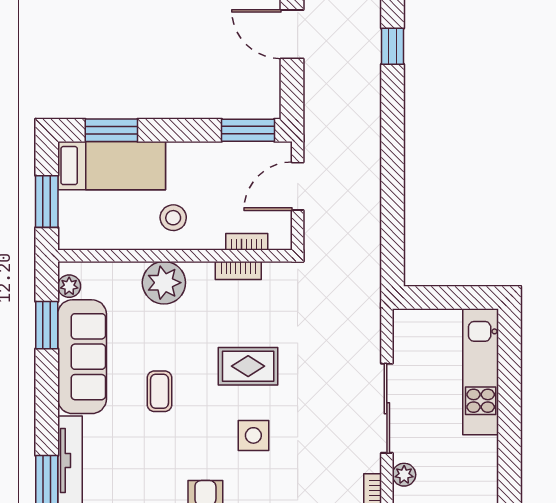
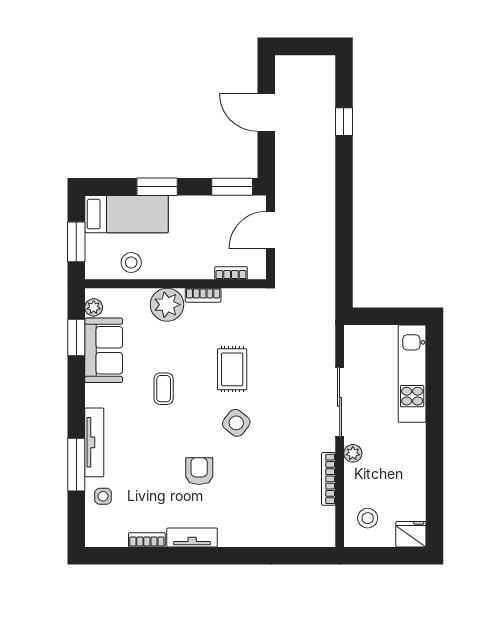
window: (111, 130) -> (157, 187), moved
stool: (173, 218) -> (131, 263), moved
bookcase: (238, 270) -> (203, 295), moved
sofa: (82, 357) -> (104, 350), width x0.73
rug: (248, 366) -> (232, 369), turned 90
side table: (253, 435) -> (236, 423), turned 38

